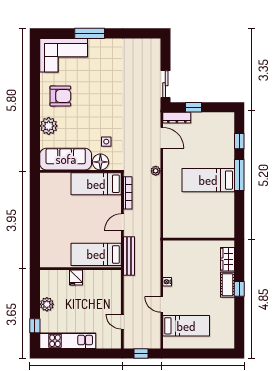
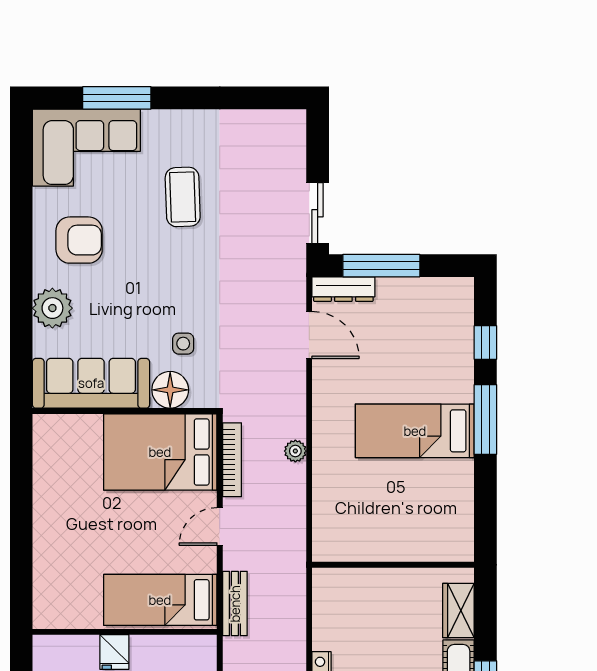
window: (90, 33) -> (117, 98), moved
coffee table: (106, 77) -> (183, 197), added
window: (193, 107) -> (381, 266), width x2.17
plant: (156, 171) -> (295, 451), moved
bed: (96, 184) -> (160, 452), width x1.50
bench: (129, 256) -> (235, 604), width x0.73

